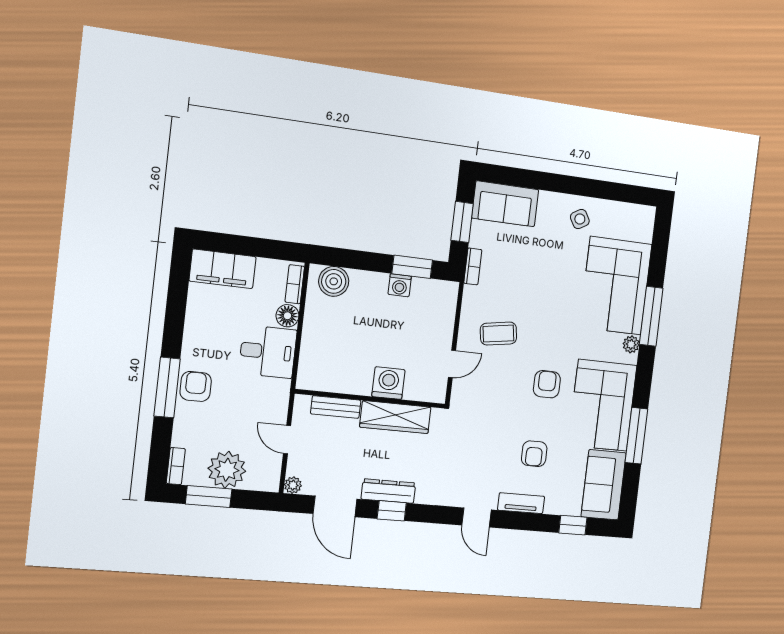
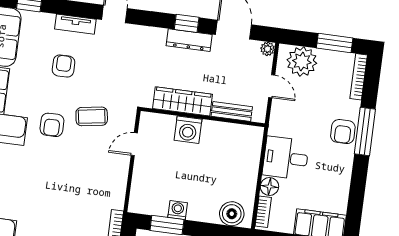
coffee table: (498, 334) -> (92, 116), moved
bookcase: (176, 466) -> (359, 77), width x1.56
plant: (227, 470) -> (302, 62), moved

